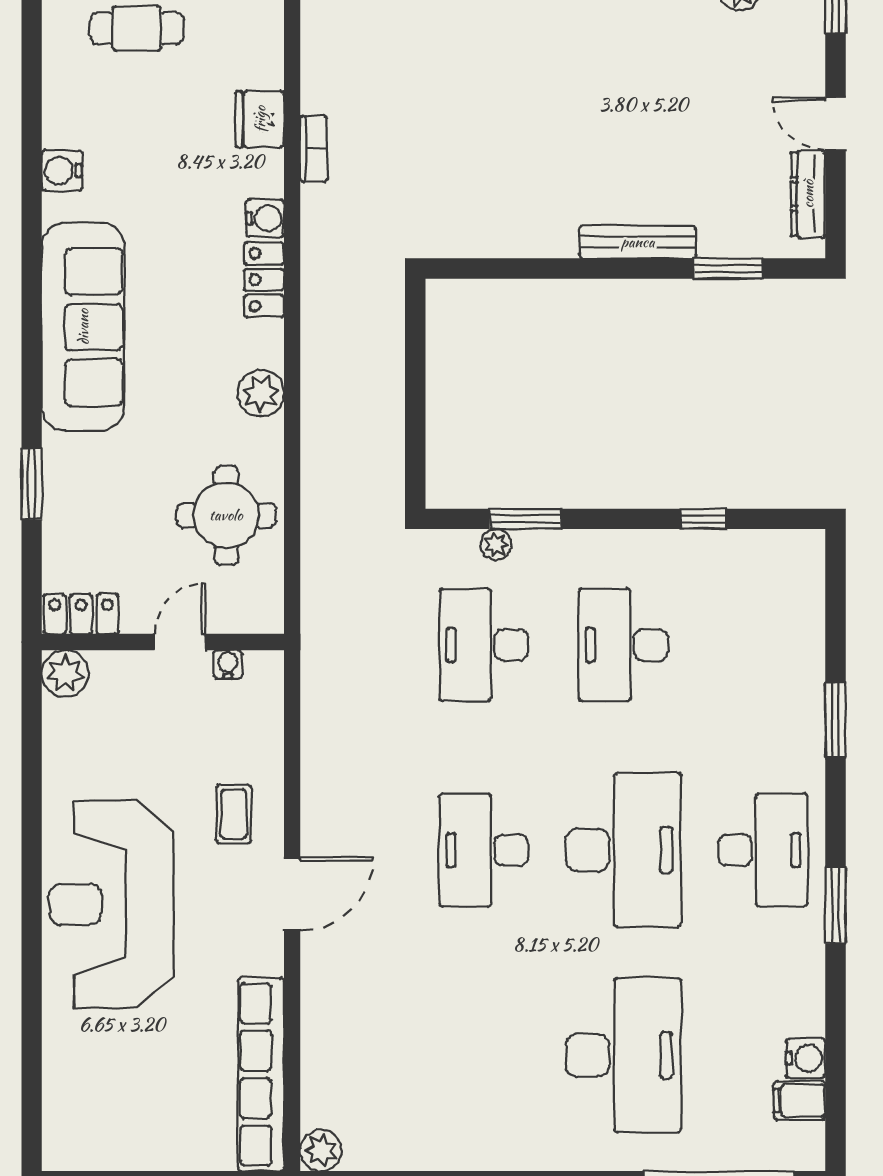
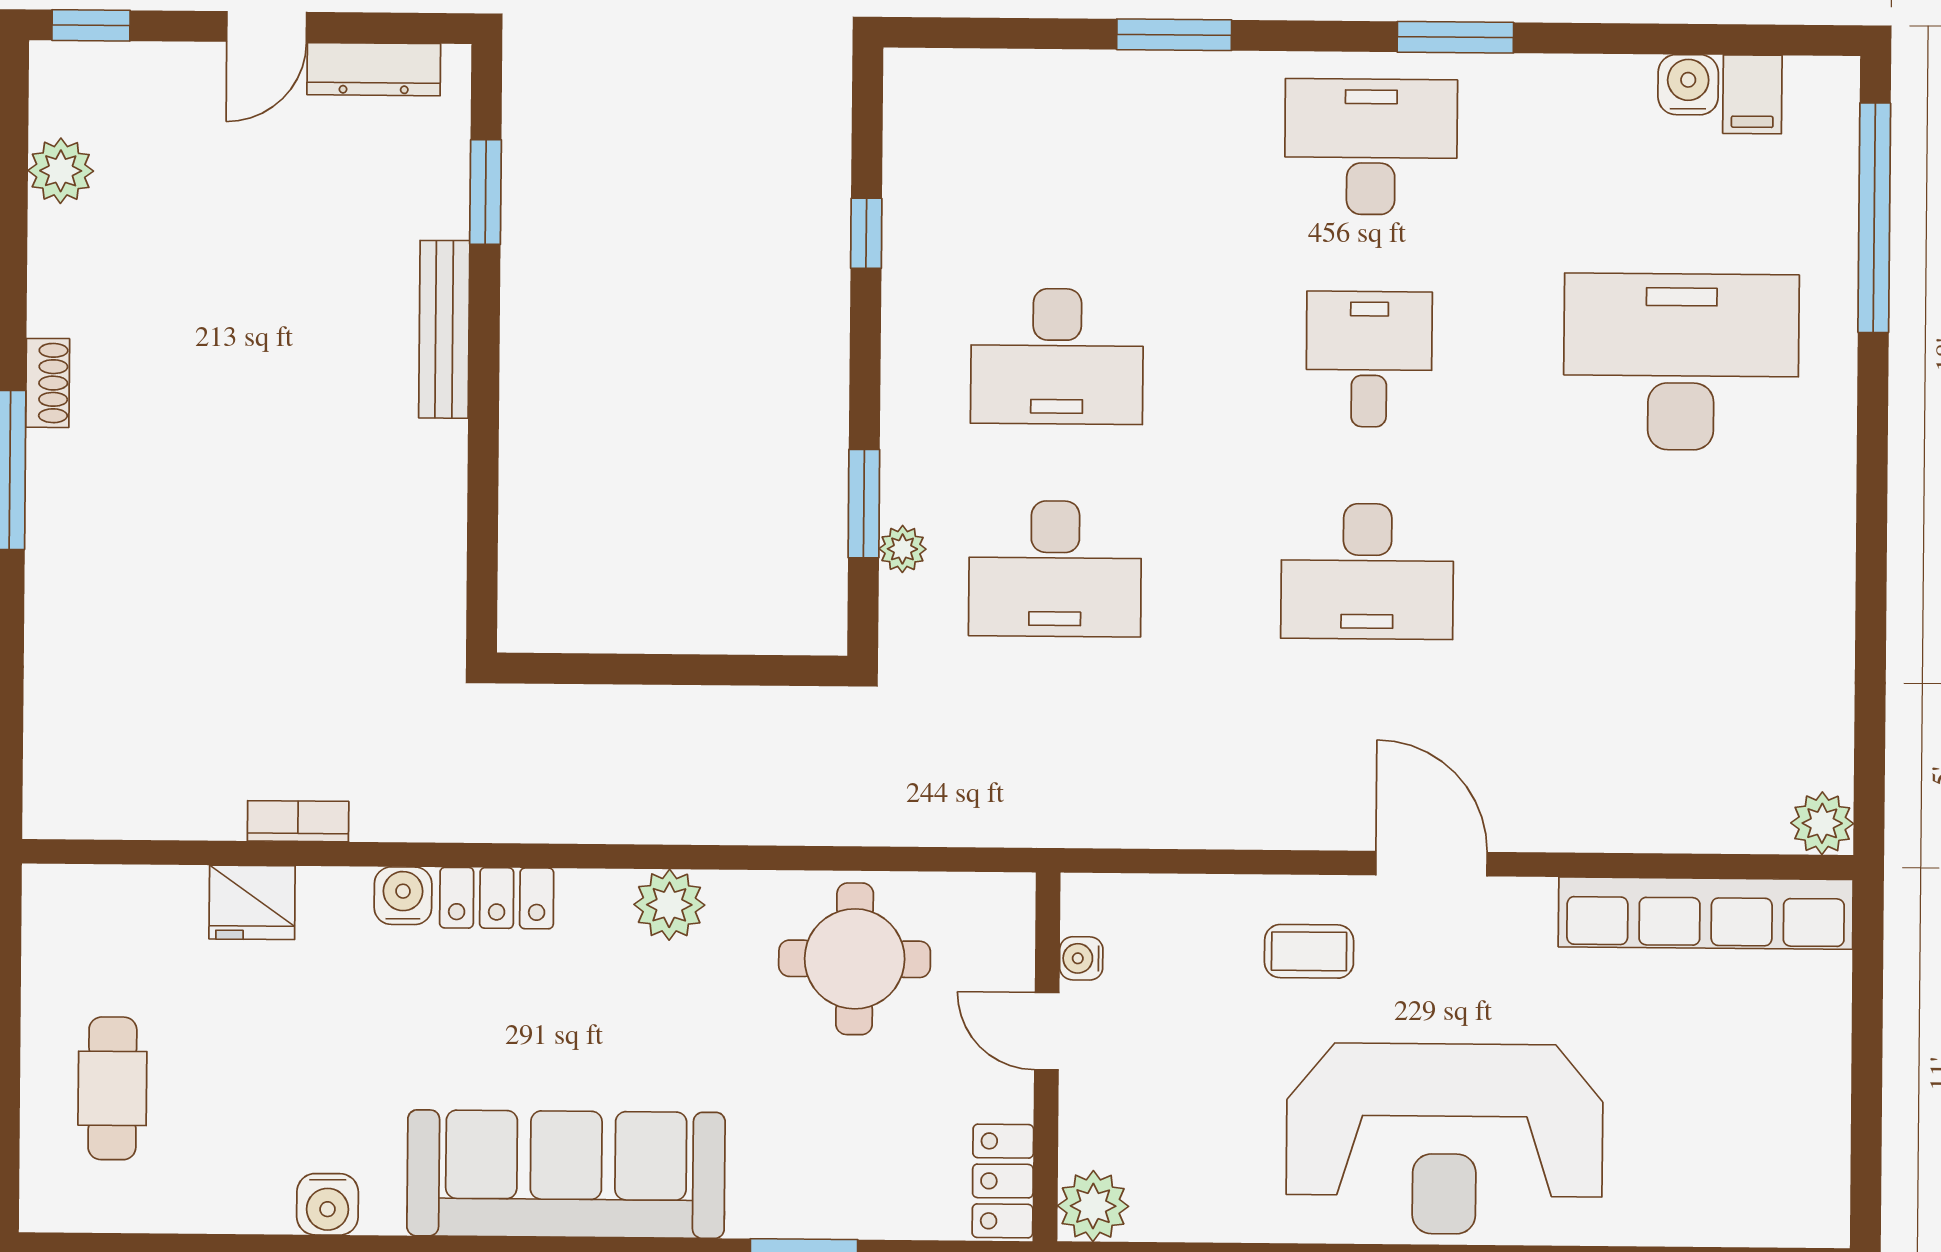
desk: (623, 850) -> (1369, 359), width x0.53, depth x0.77

